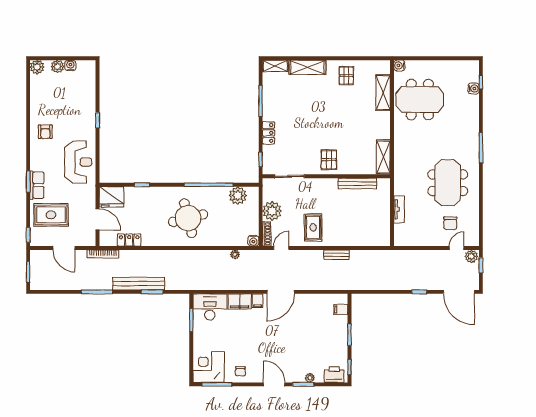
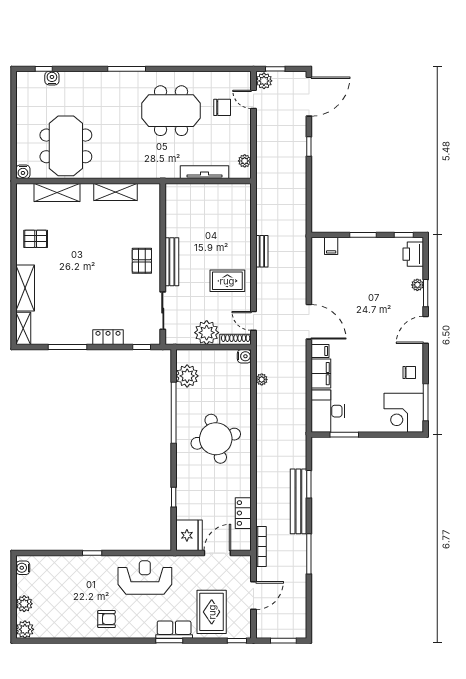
water cooler: (70, 65) -> (23, 568), moved
shelving: (383, 157) -> (115, 192), moved
pallet: (329, 160) -> (142, 261), turned 90
bench: (357, 183) -> (172, 262), moved
tv unit: (399, 209) -> (204, 172), width x1.41
plant: (408, 241) -> (245, 161), added

